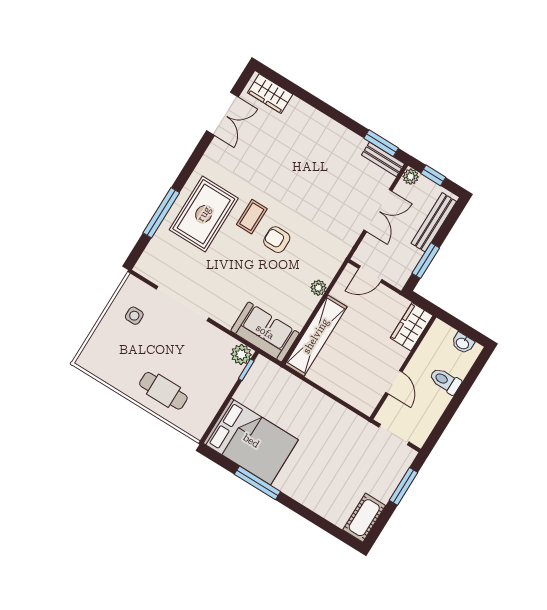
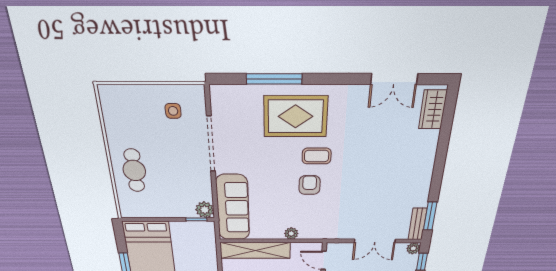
sofa: (265, 332) -> (233, 208), width x1.36

